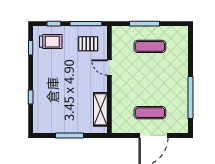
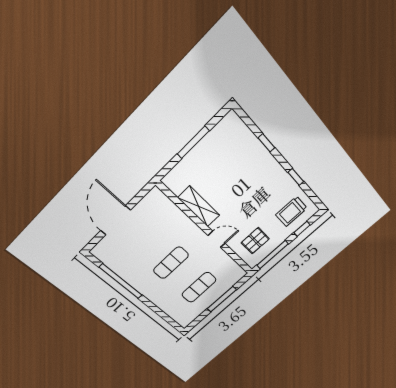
window: (31, 48) -> (296, 177), moved
shelving: (100, 109) -> (199, 206), moved
exercise mat: (150, 113) -> (171, 263), moved

